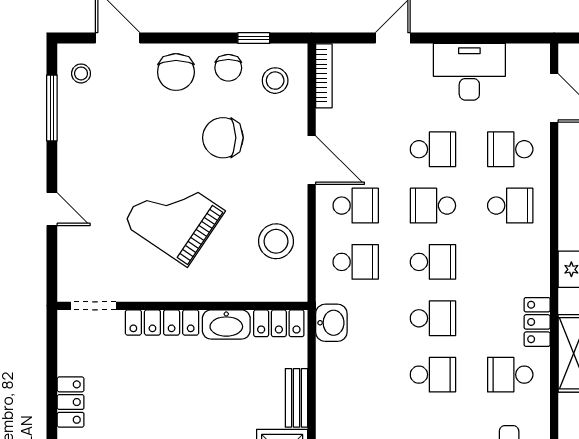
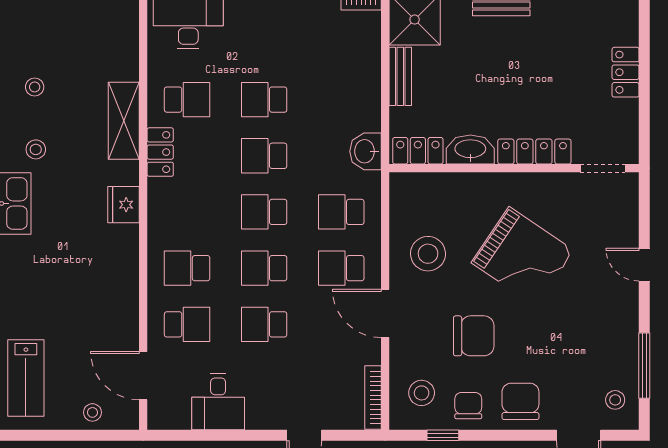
desk: (469, 72) -> (218, 402), width x0.73
school desk: (433, 206) -> (264, 268), turned 180
stool: (276, 241) -> (428, 254), moved

